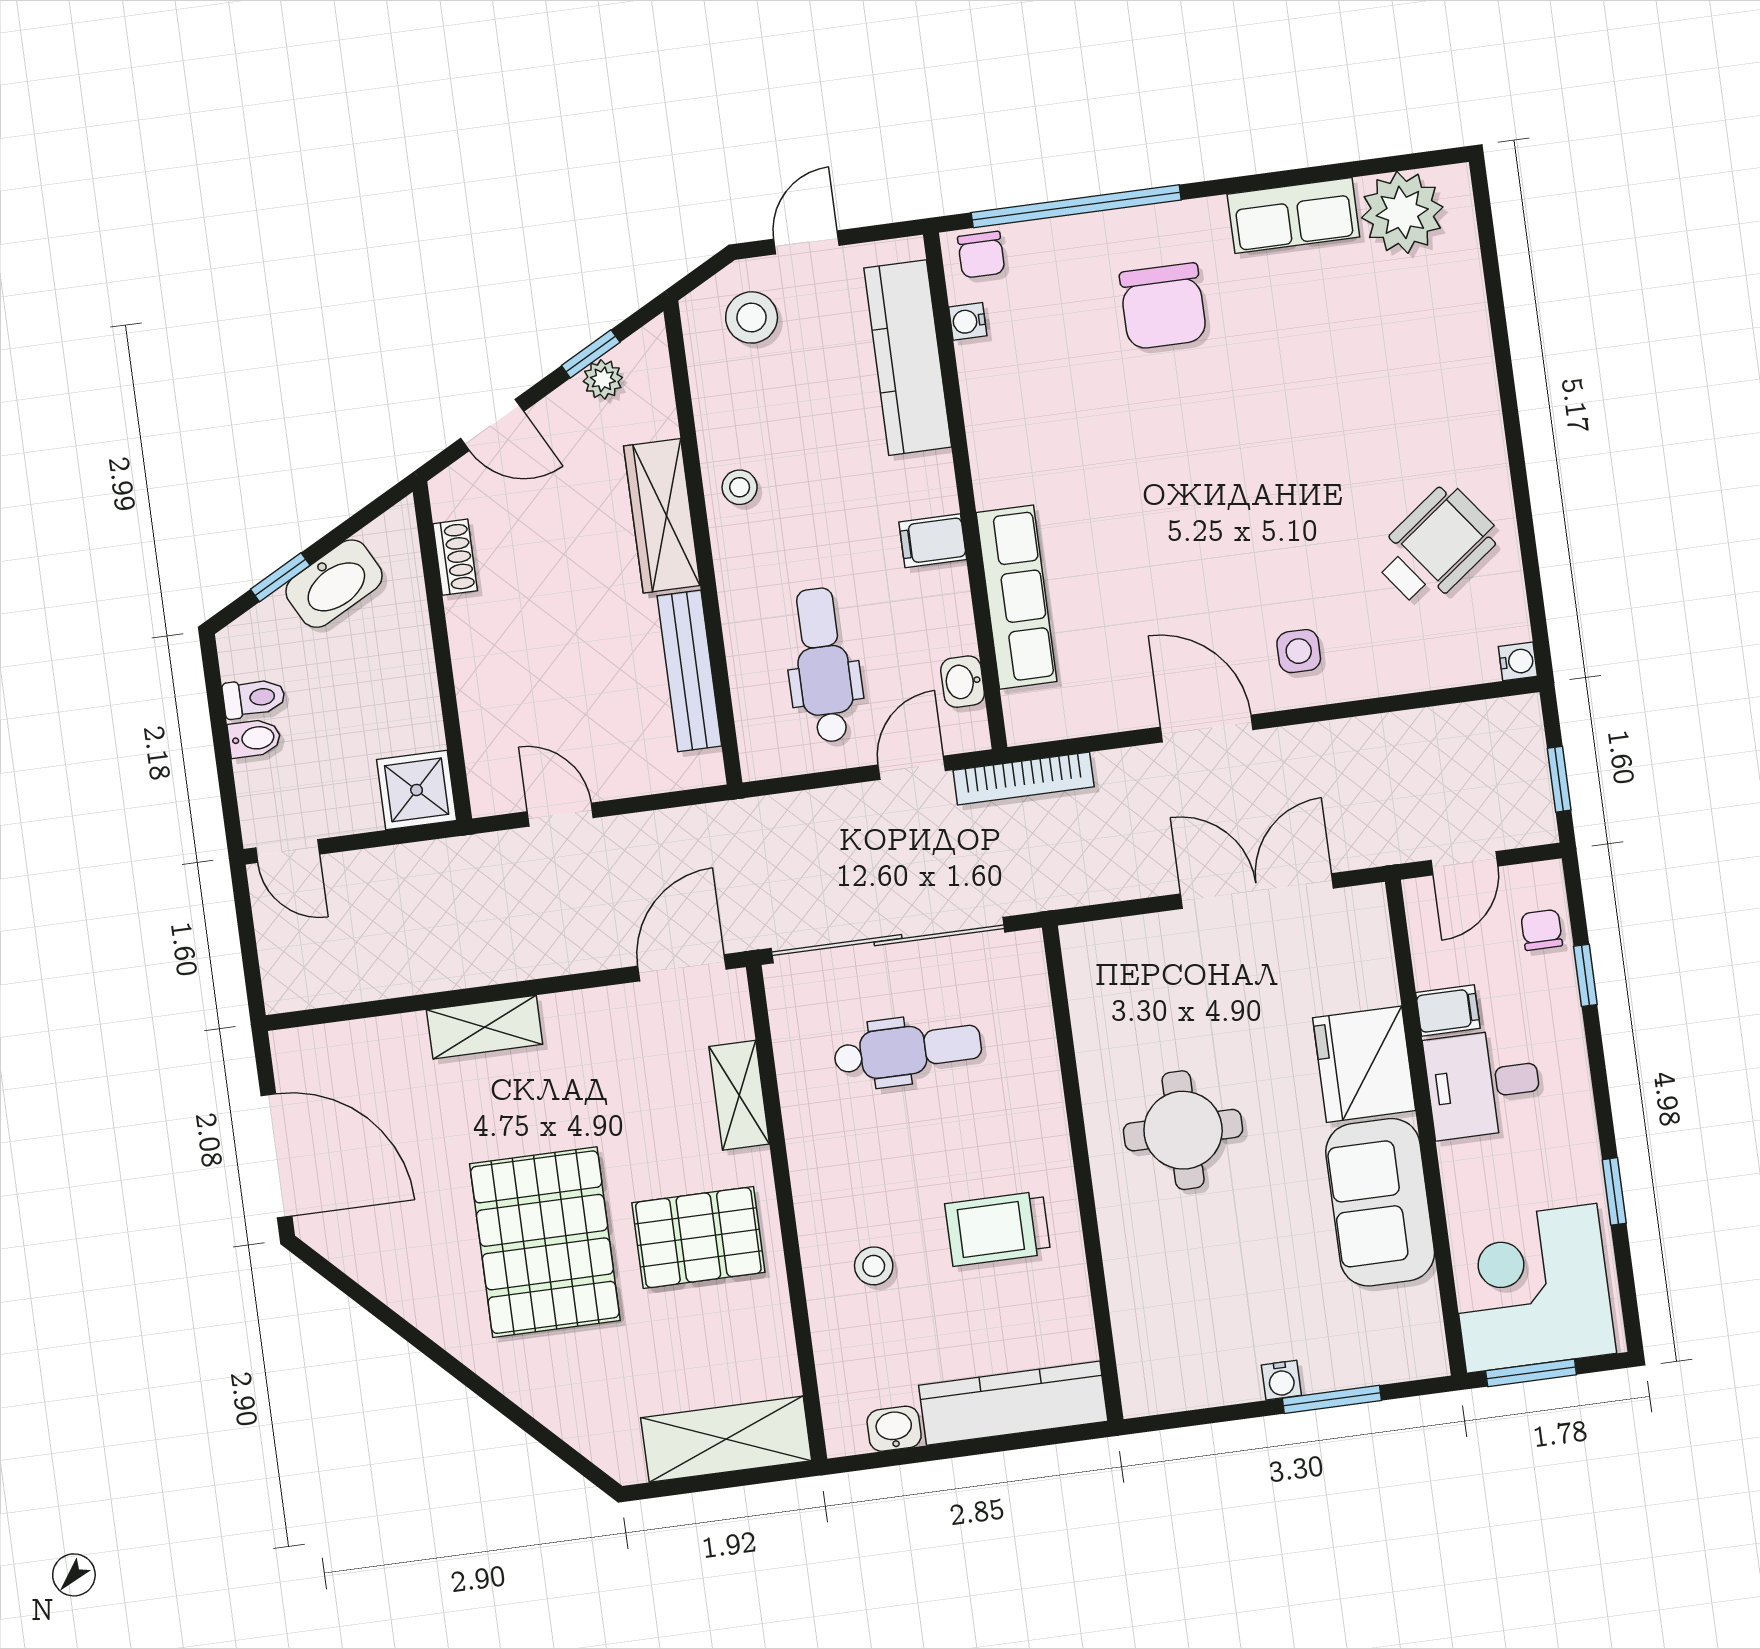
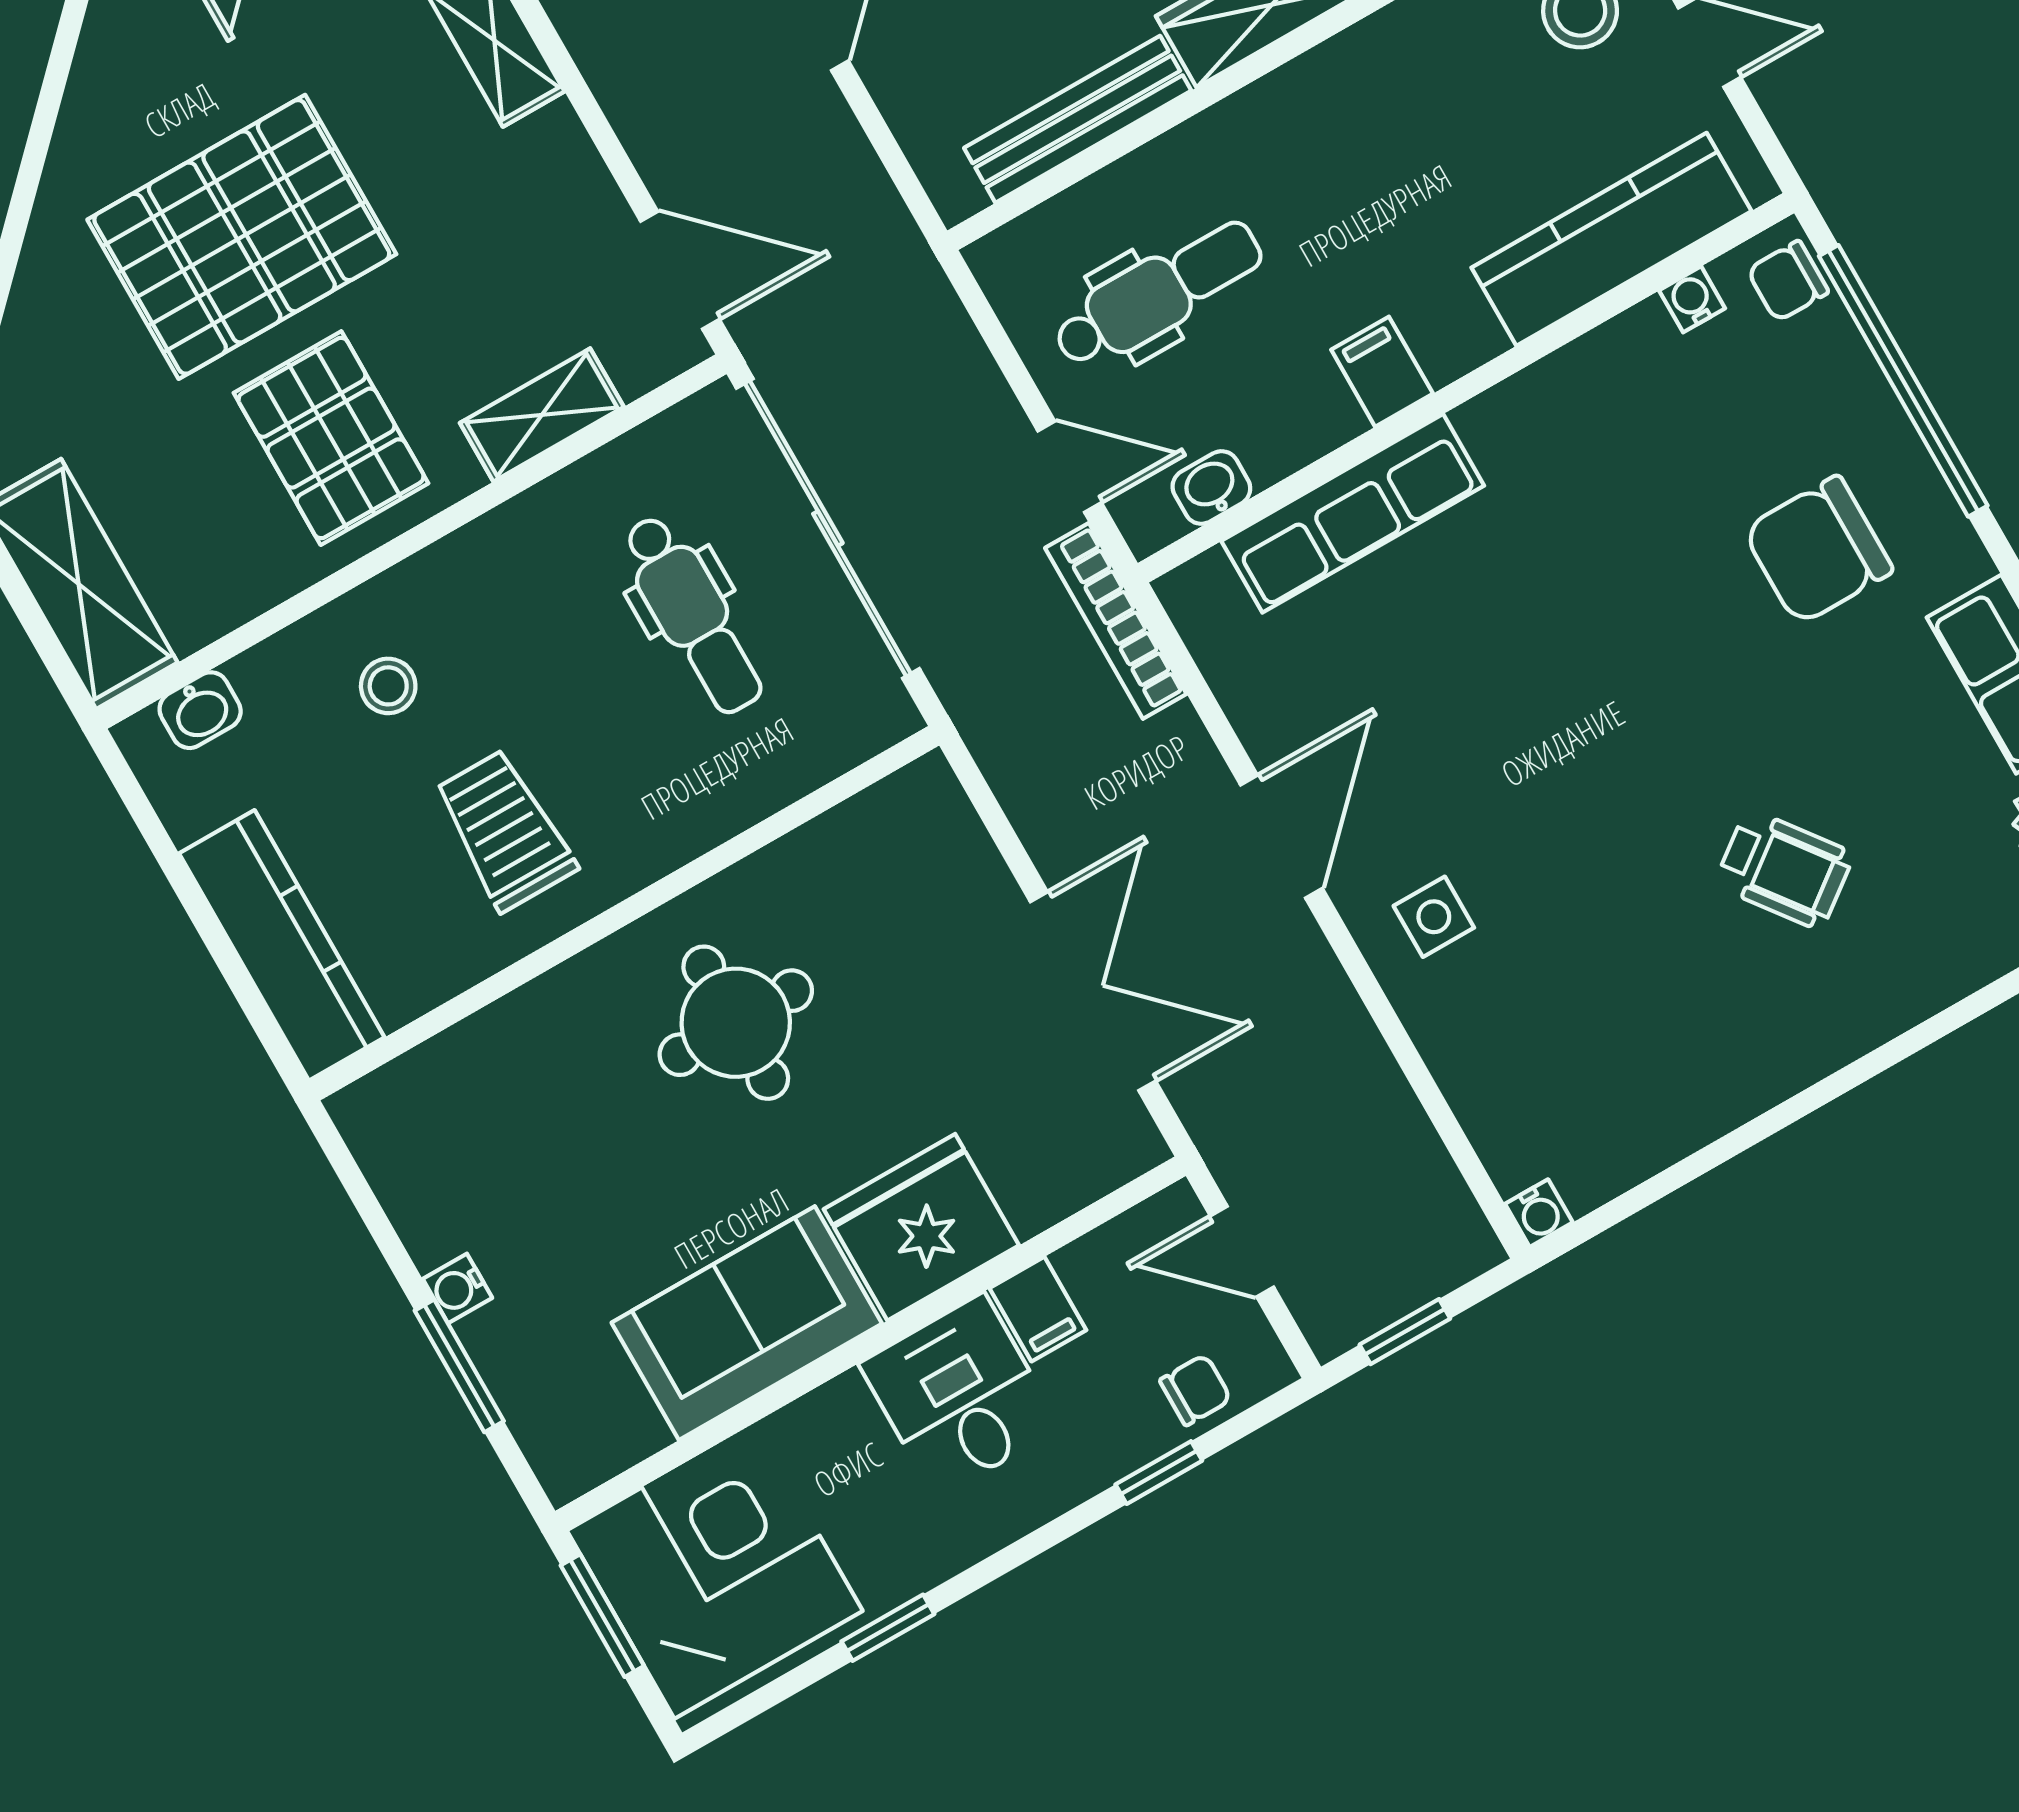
stool: (740, 487) -> (1349, 86), removed
wheelchair: (1436, 547) -> (1784, 869), moved, width x0.73, depth x0.73
washbasin: (894, 1429) -> (200, 710), moved, turned 90

